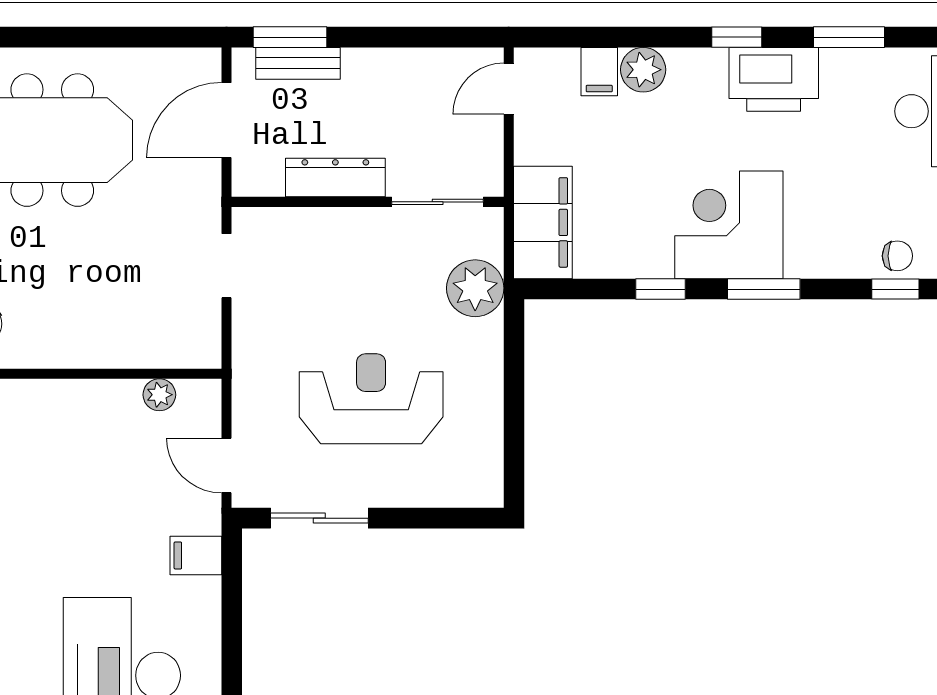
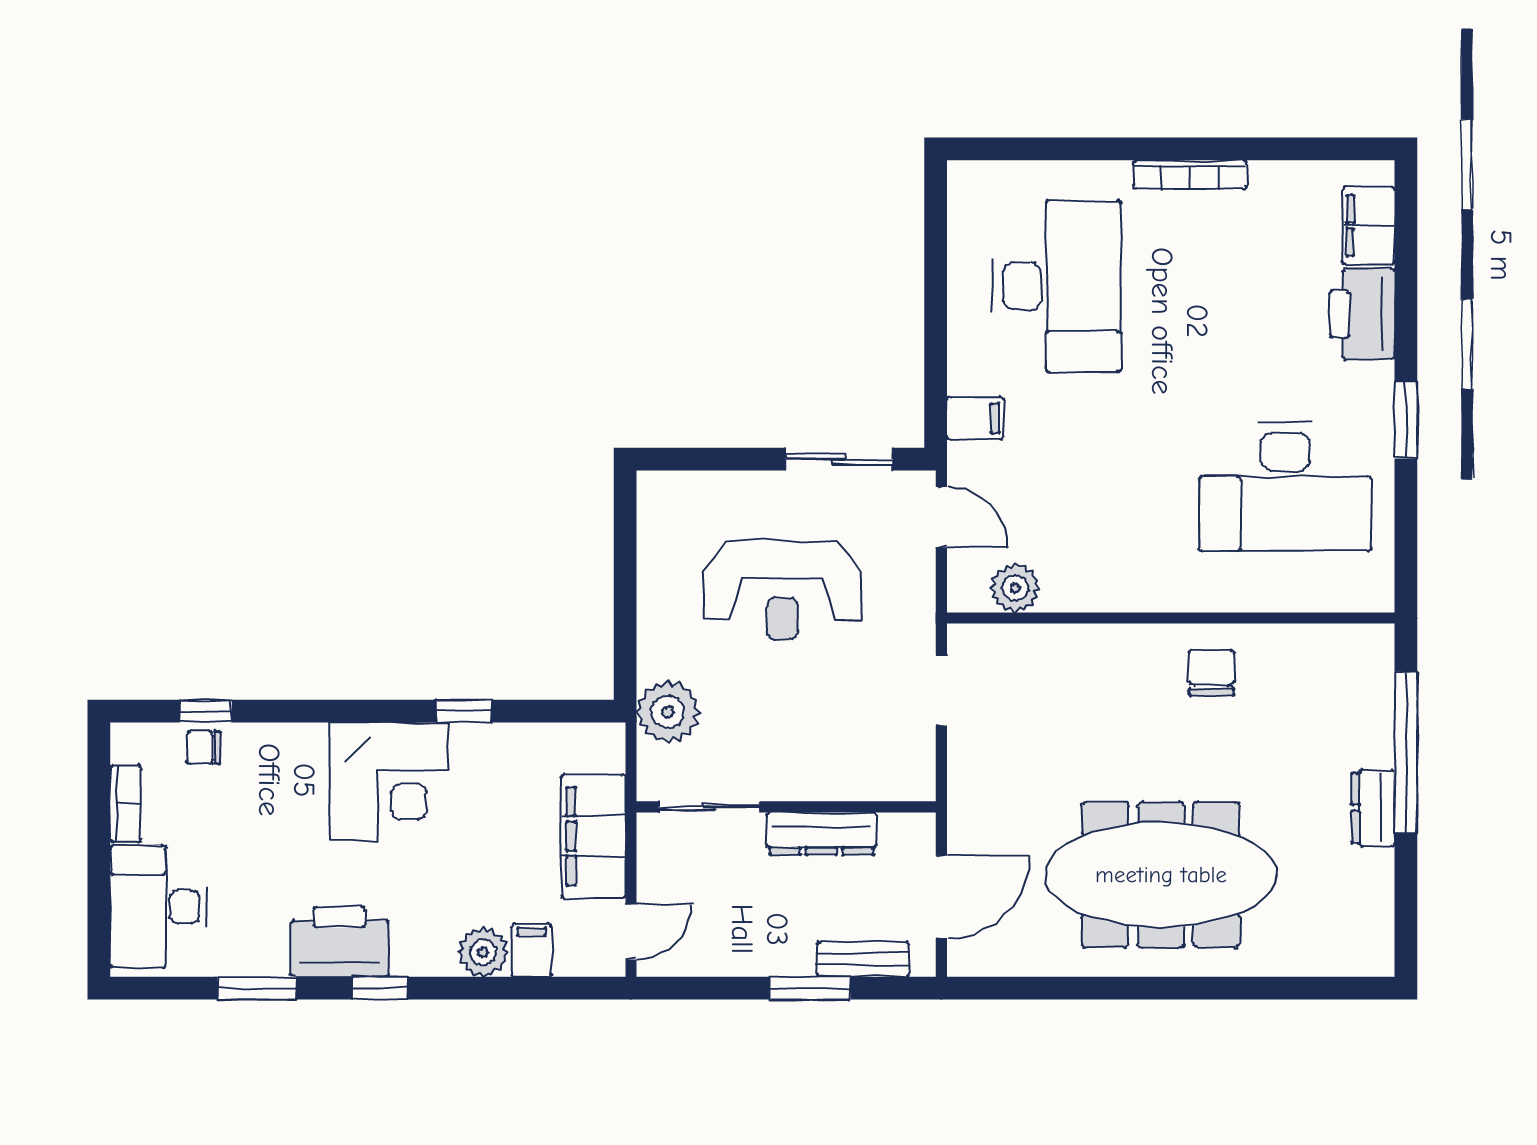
window: (290, 37) -> (810, 988), moved
filing cabinet: (543, 222) -> (593, 836), moved
doorway: (226, 266) -> (941, 690), moved
window: (764, 289) -> (351, 711), removed
plant: (159, 395) -> (1015, 588), width x1.38, depth x1.38

